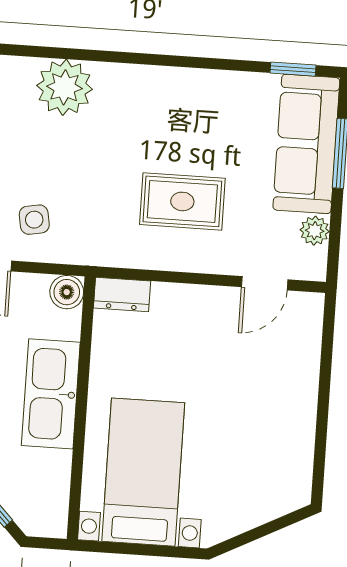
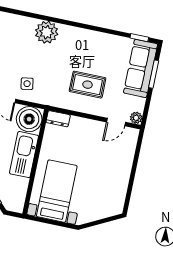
plant: (315, 231) -> (136, 118), moved
boiler: (67, 292) -> (29, 119), width x1.86, depth x1.86

